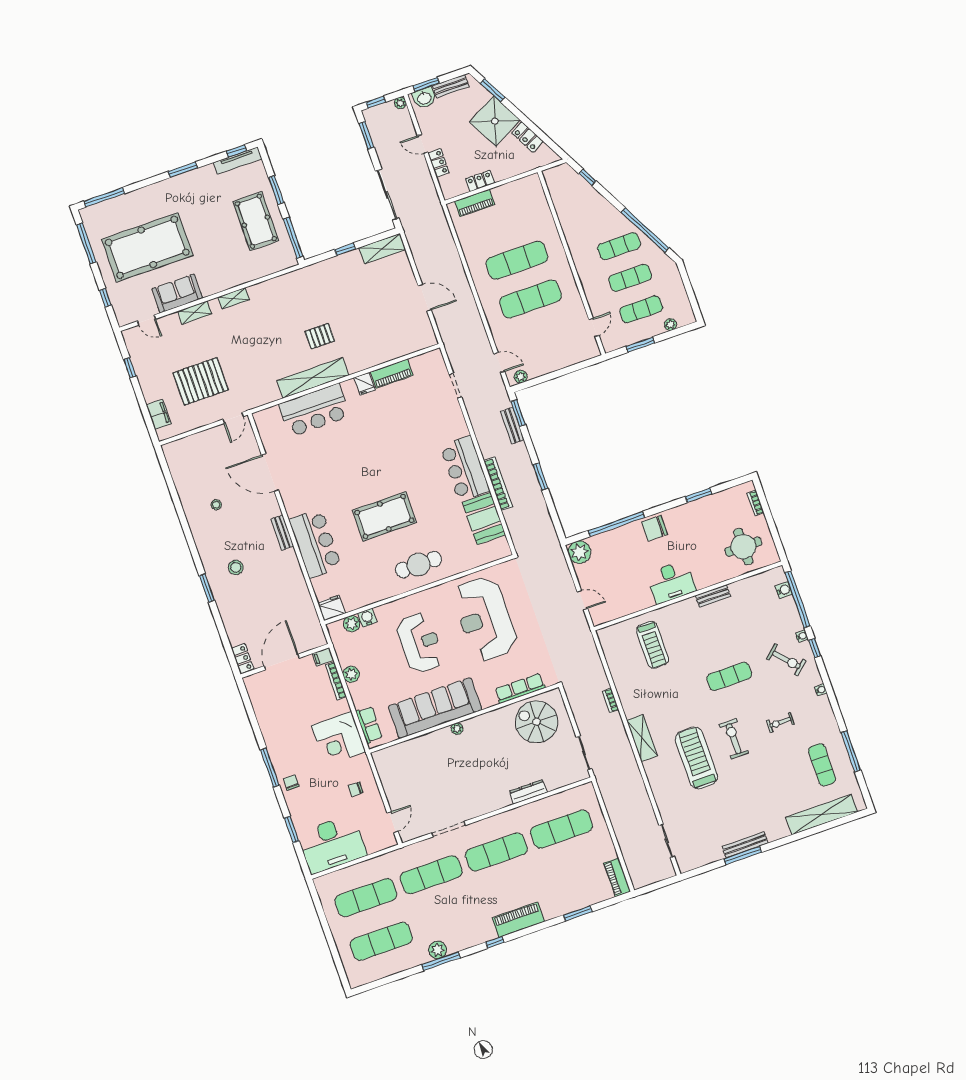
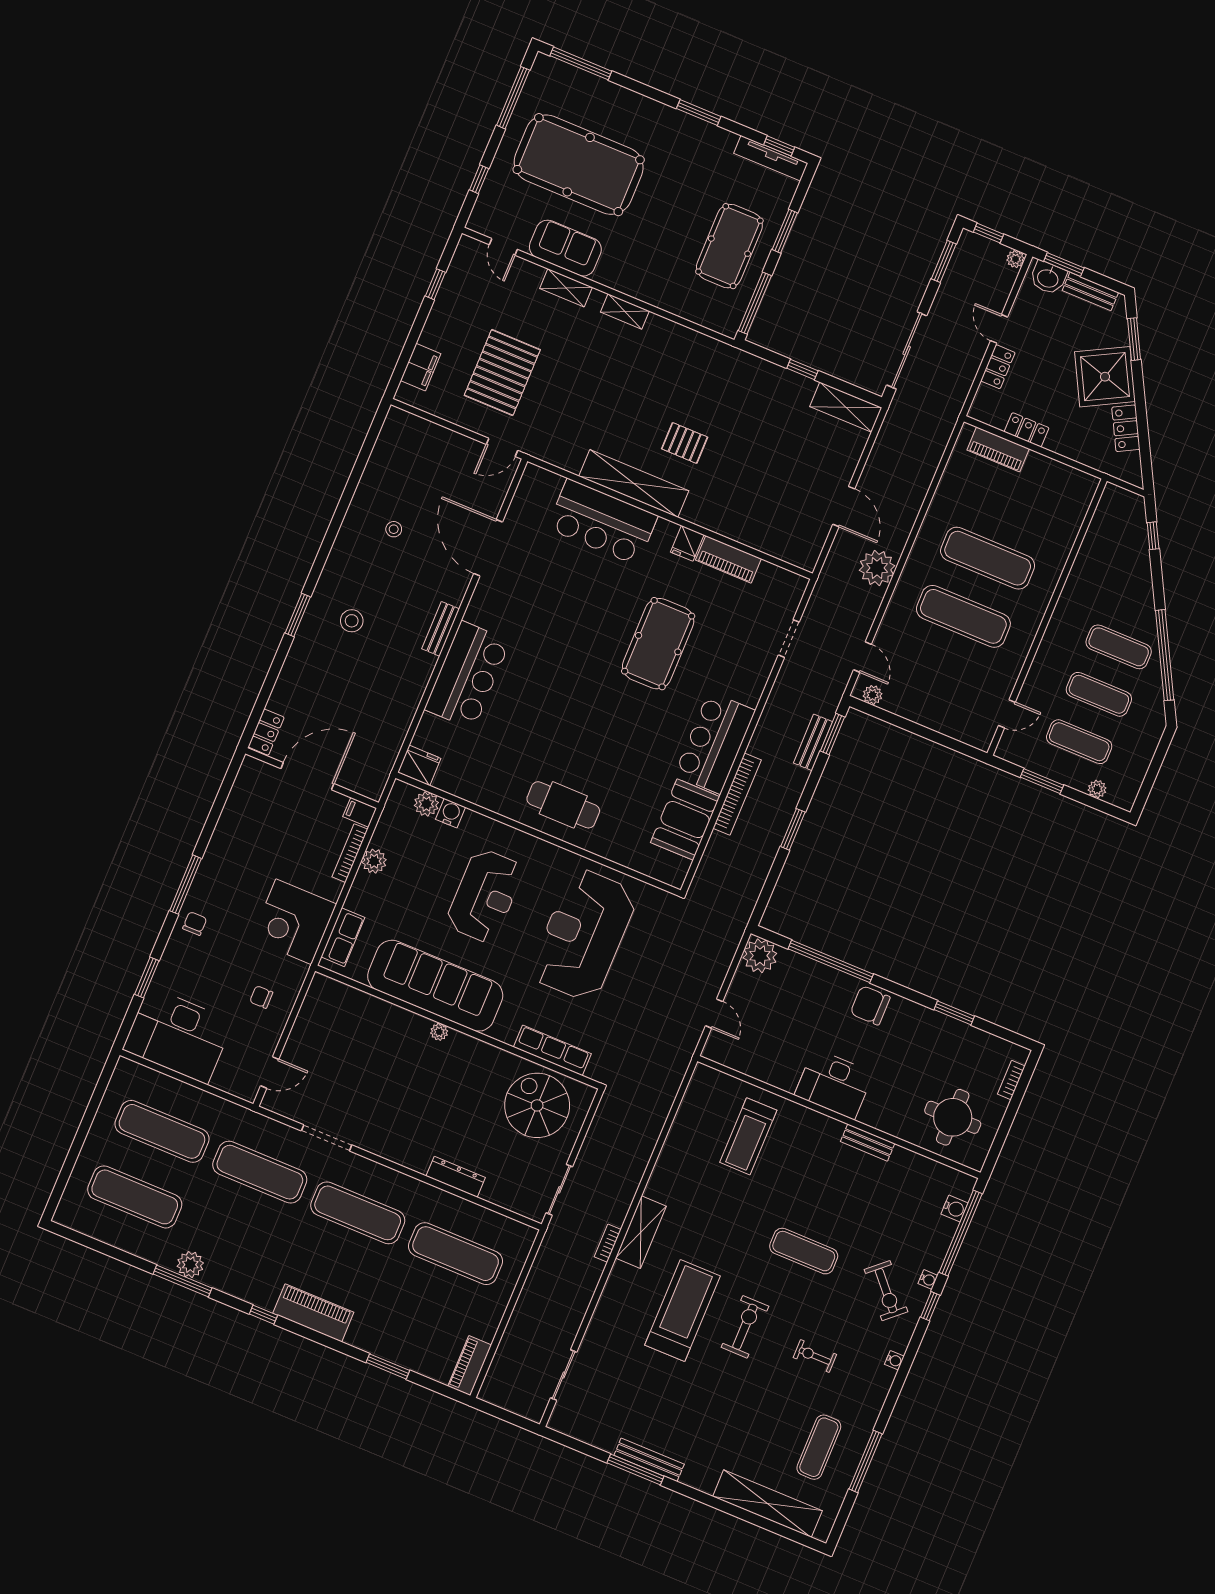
plant: (468, 313) -> (877, 568), added
pallet: (201, 381) -> (502, 372), turned 90
pool table: (384, 516) -> (658, 644), moved, turned 90
bookcase: (611, 701) -> (608, 1243), moved

